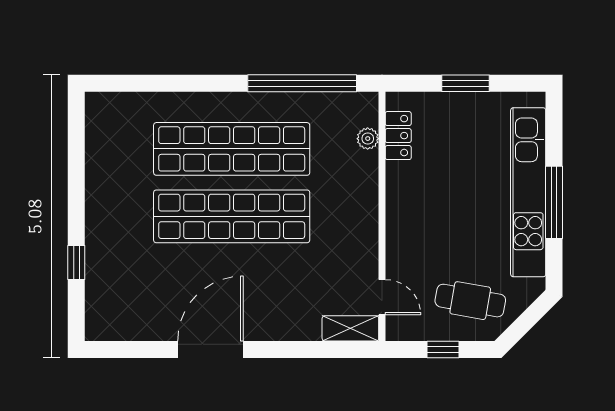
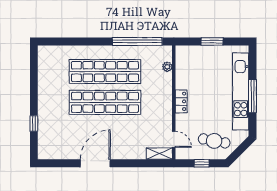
locker: (398, 136) -> (181, 101), moved

